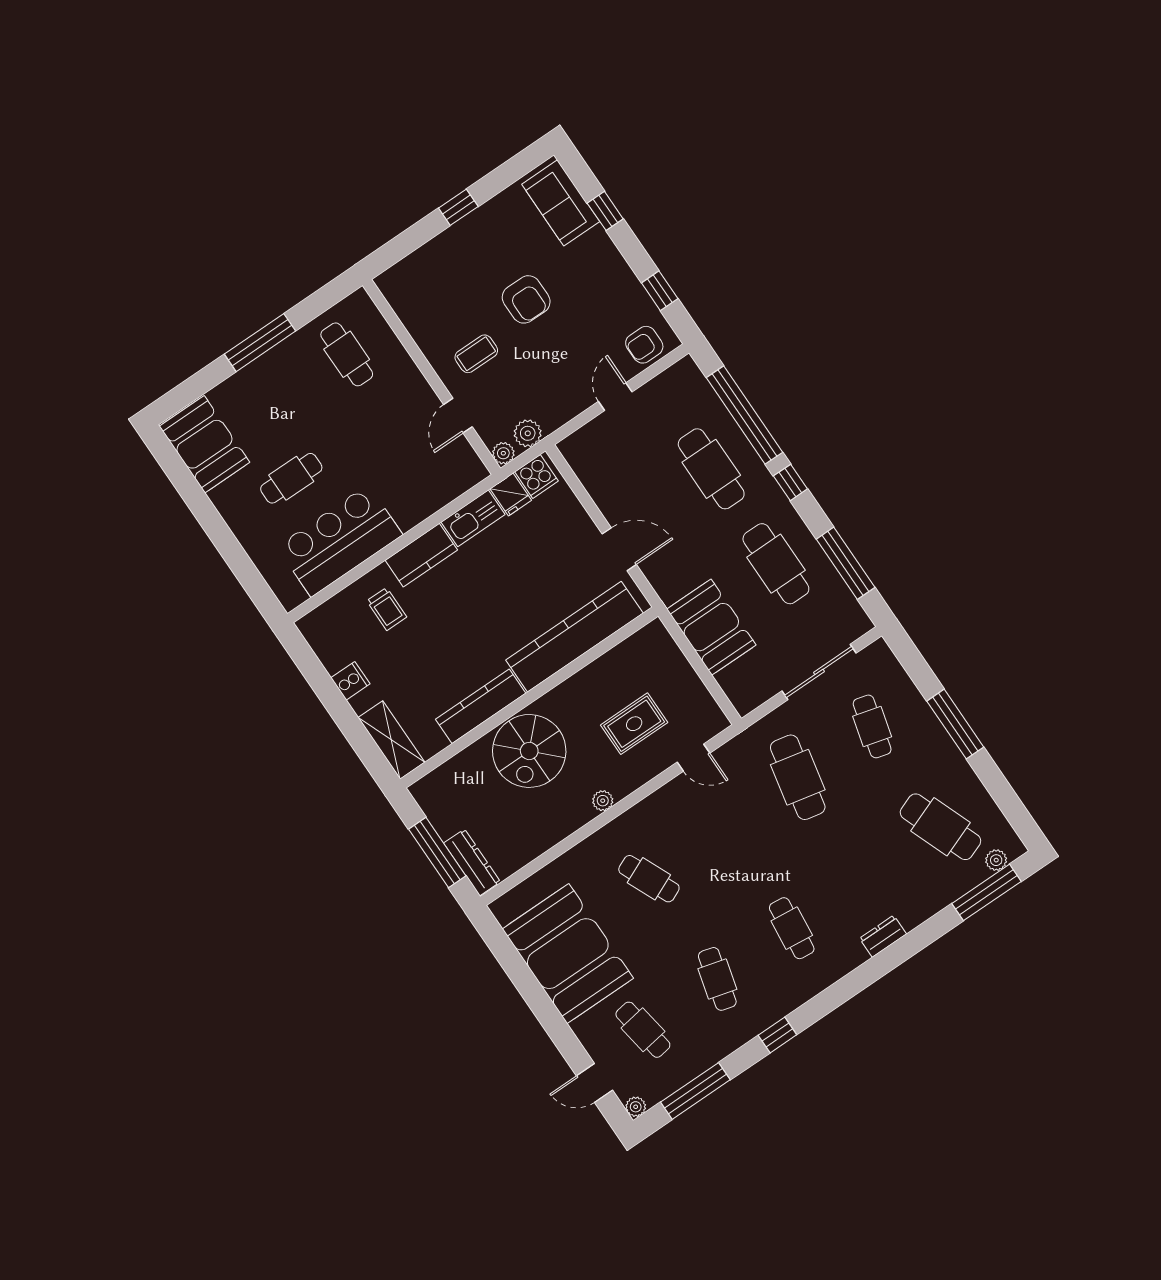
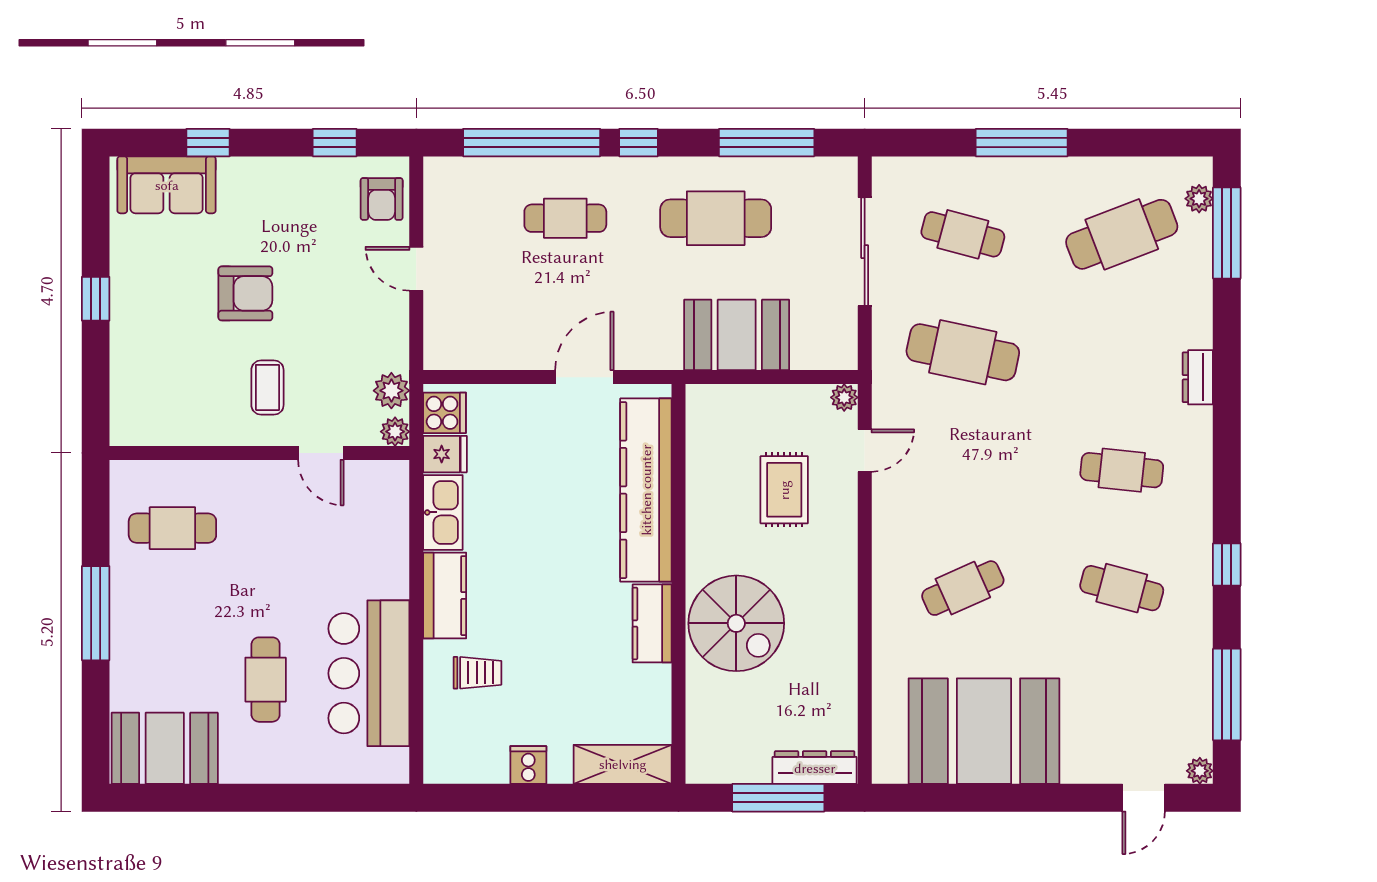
cafe table: (711, 469) -> (565, 218), width x0.73, depth x0.74
kitchen counter: (481, 706) -> (652, 623), width x0.67
plant: (603, 801) -> (844, 397), moved
cafe table: (643, 1030) -> (1122, 706), removed

